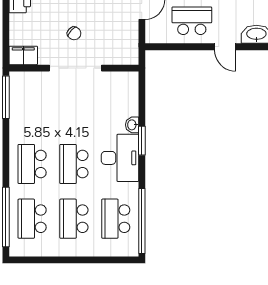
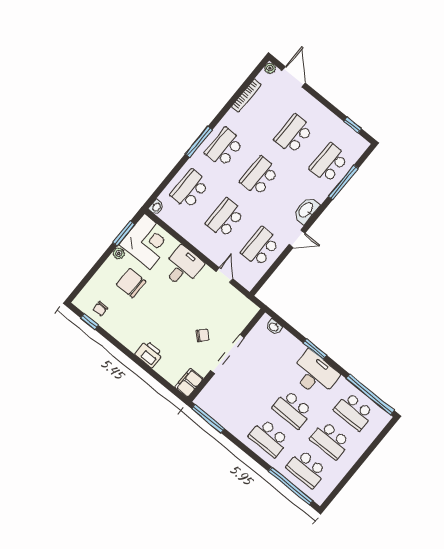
washbasin: (132, 125) -> (274, 327), moved

